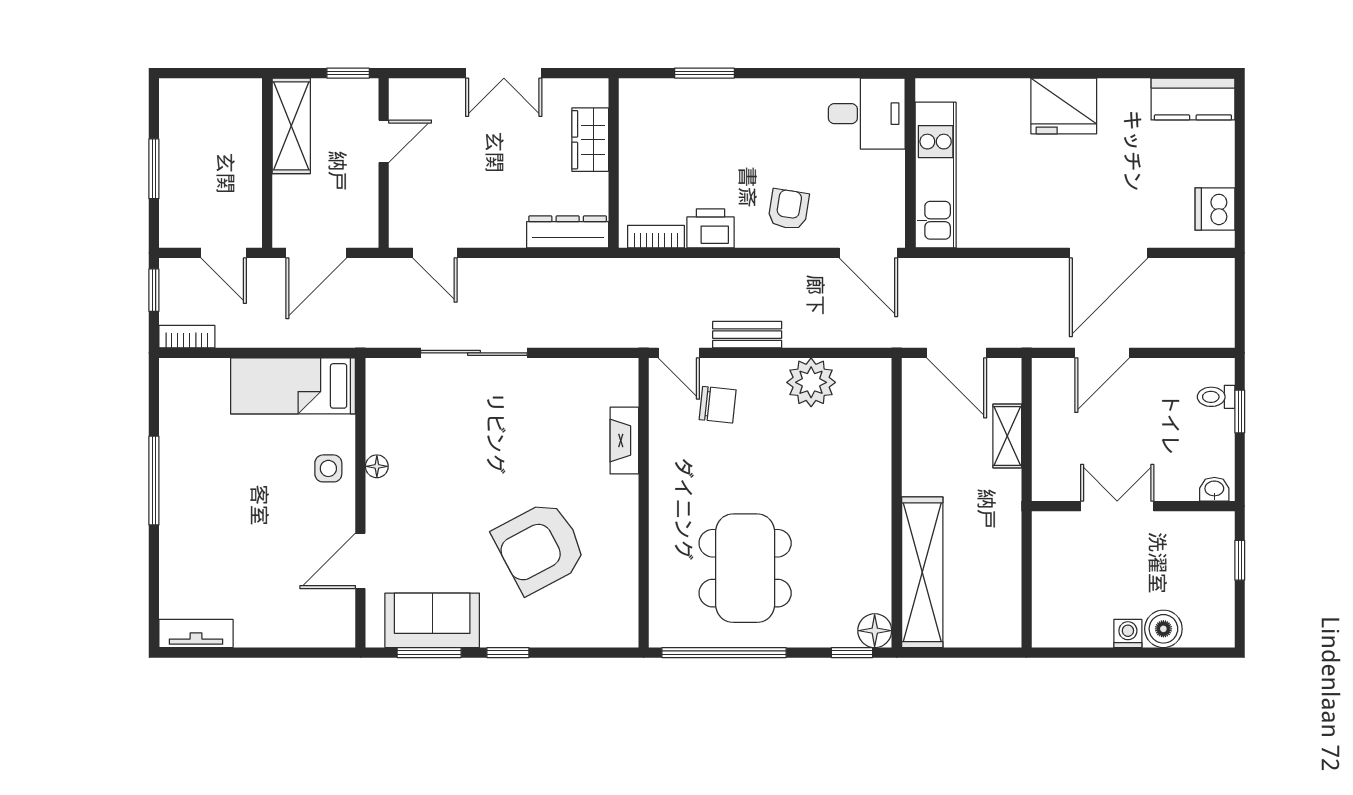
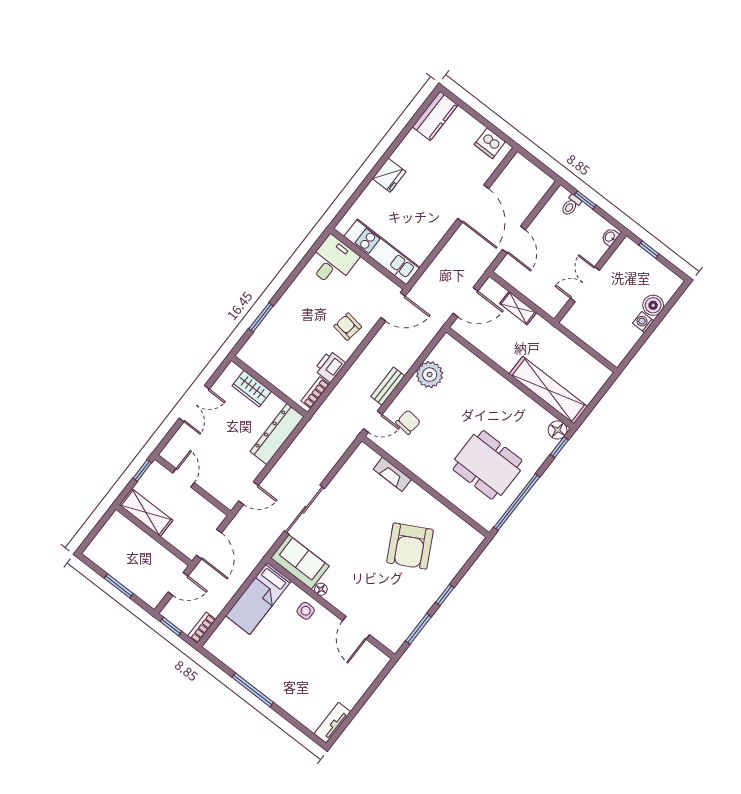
fridge: (1064, 106) -> (389, 175), width x0.73, depth x0.75
dresser: (568, 232) -> (277, 434), width x1.37, depth x1.24
sofa: (432, 620) -> (300, 562), moved, turned 90

